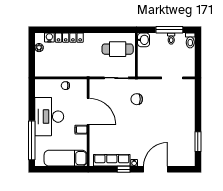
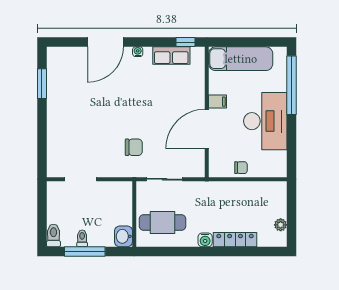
water cooler: (49, 38) -> (205, 240), moved
door: (88, 111) -> (207, 129), hinge flipped
row of seats: (112, 160) -> (171, 56), width x0.68
window: (124, 169) -> (186, 42), moved

